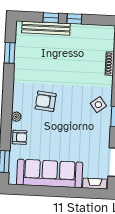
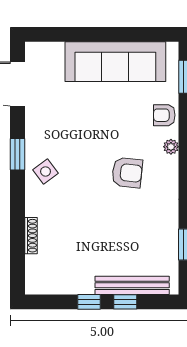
fireplace: (95, 184) -> (45, 50), removed

